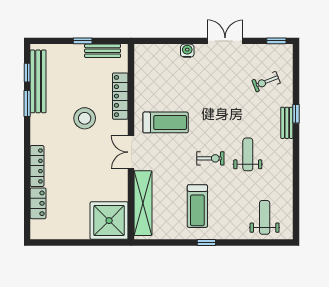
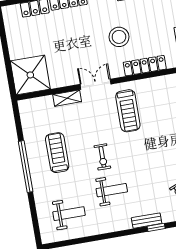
shelving: (143, 203) -> (67, 98), width x0.45, depth x0.75
treadmill: (197, 206) -> (57, 153), turned 90
weight bench: (265, 217) -> (69, 214), moved
window: (206, 242) -> (26, 166), width x3.17

